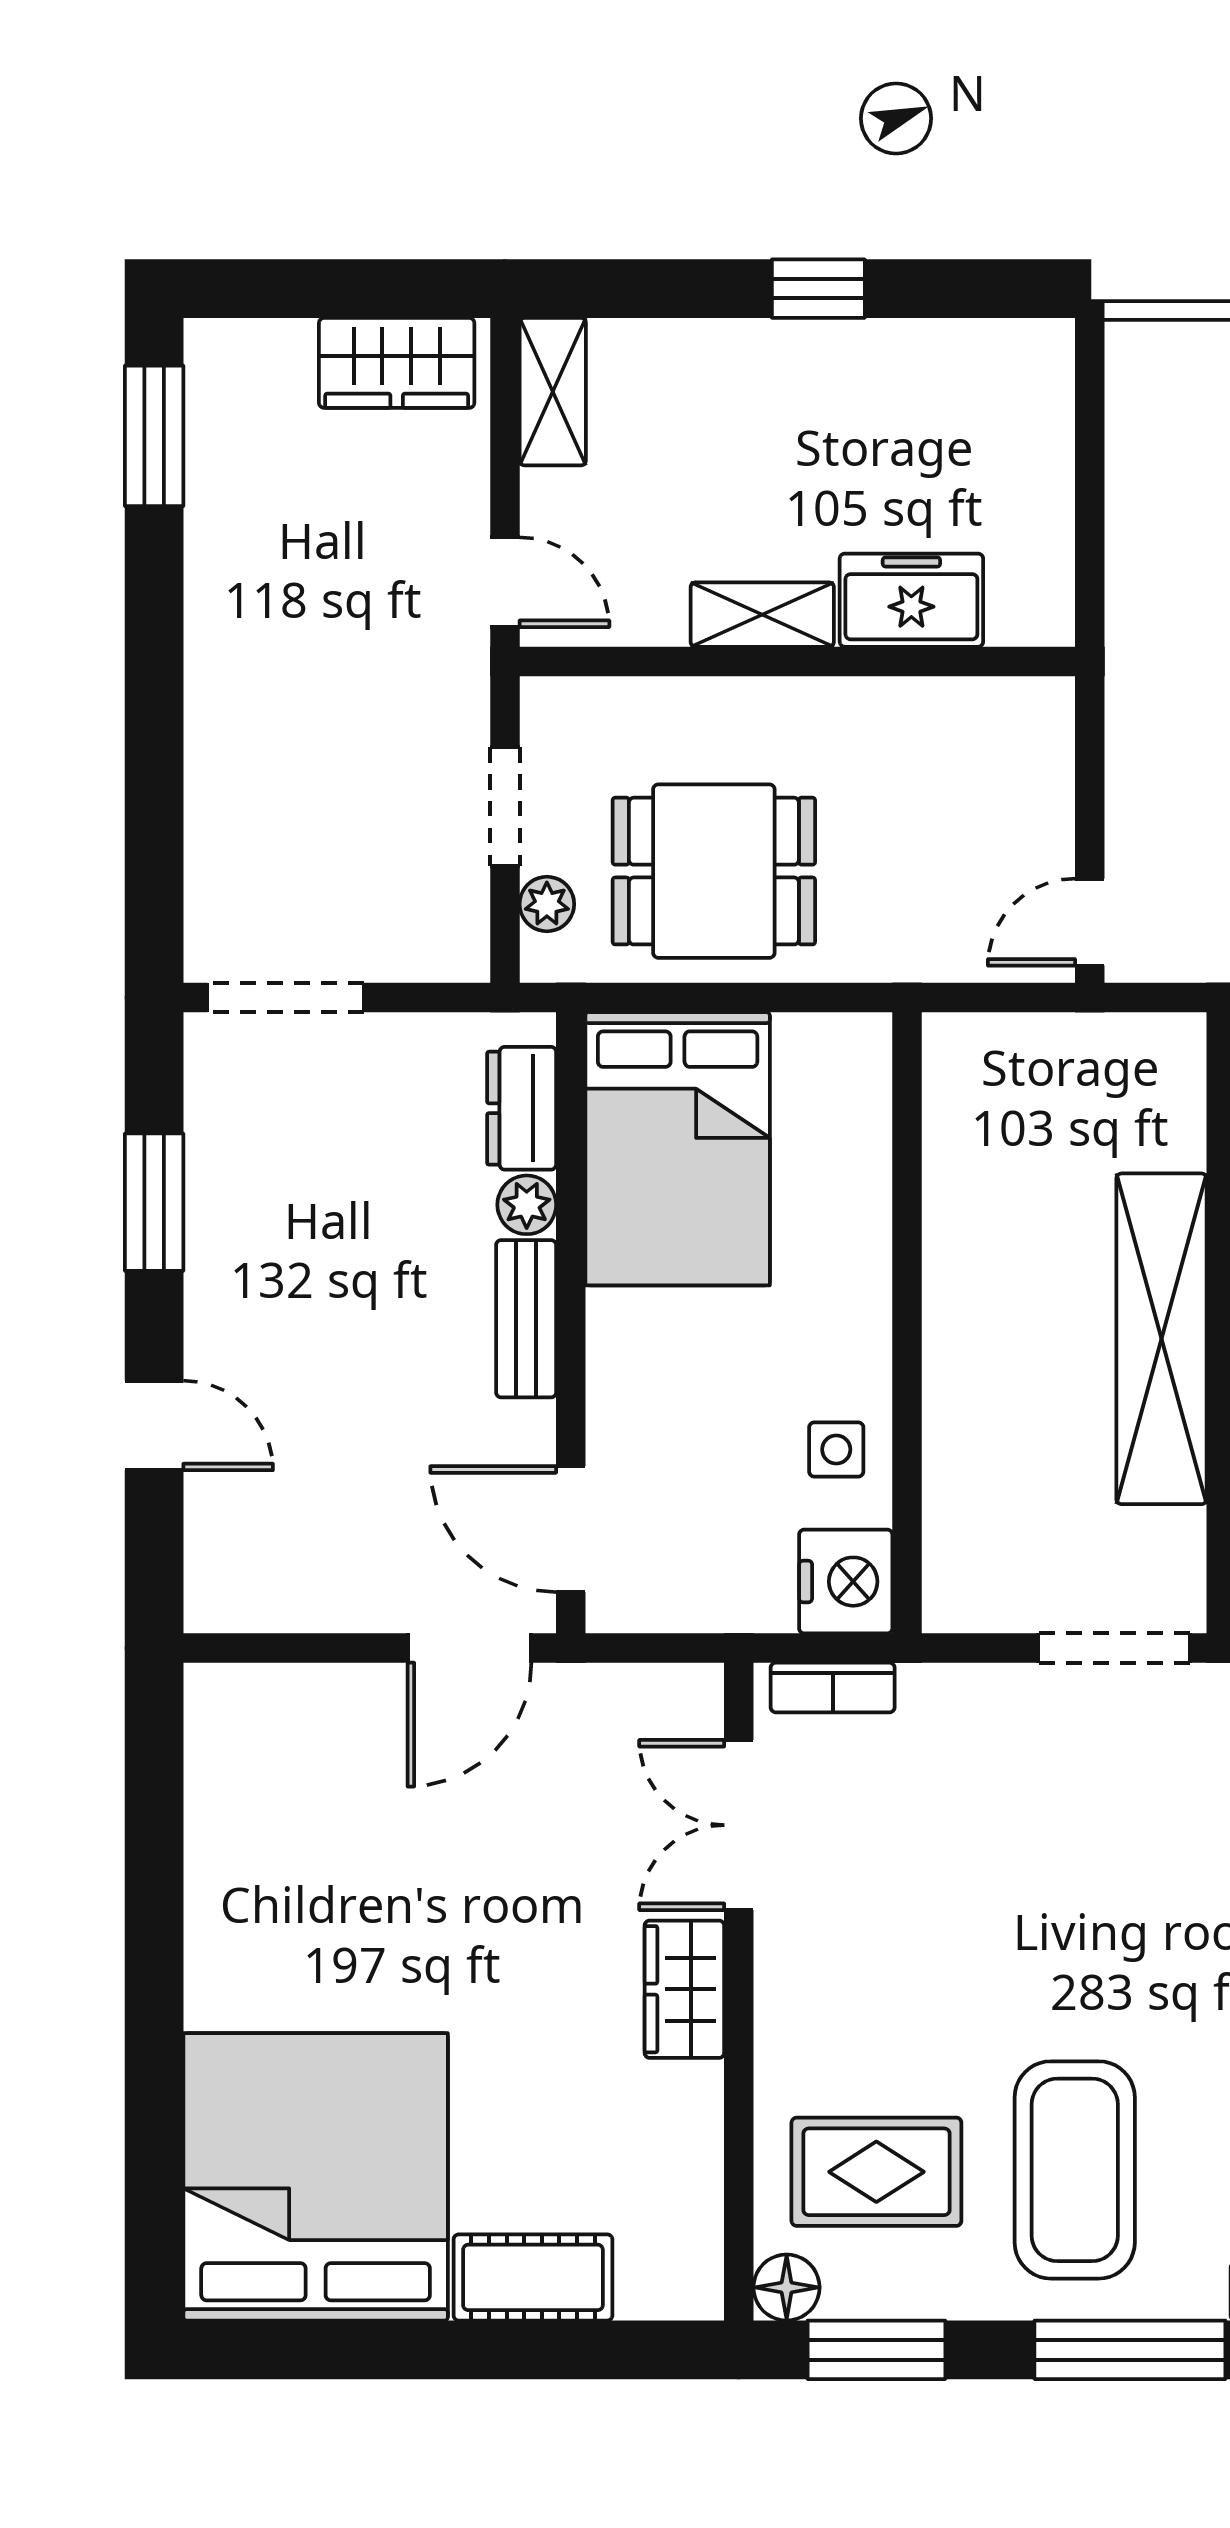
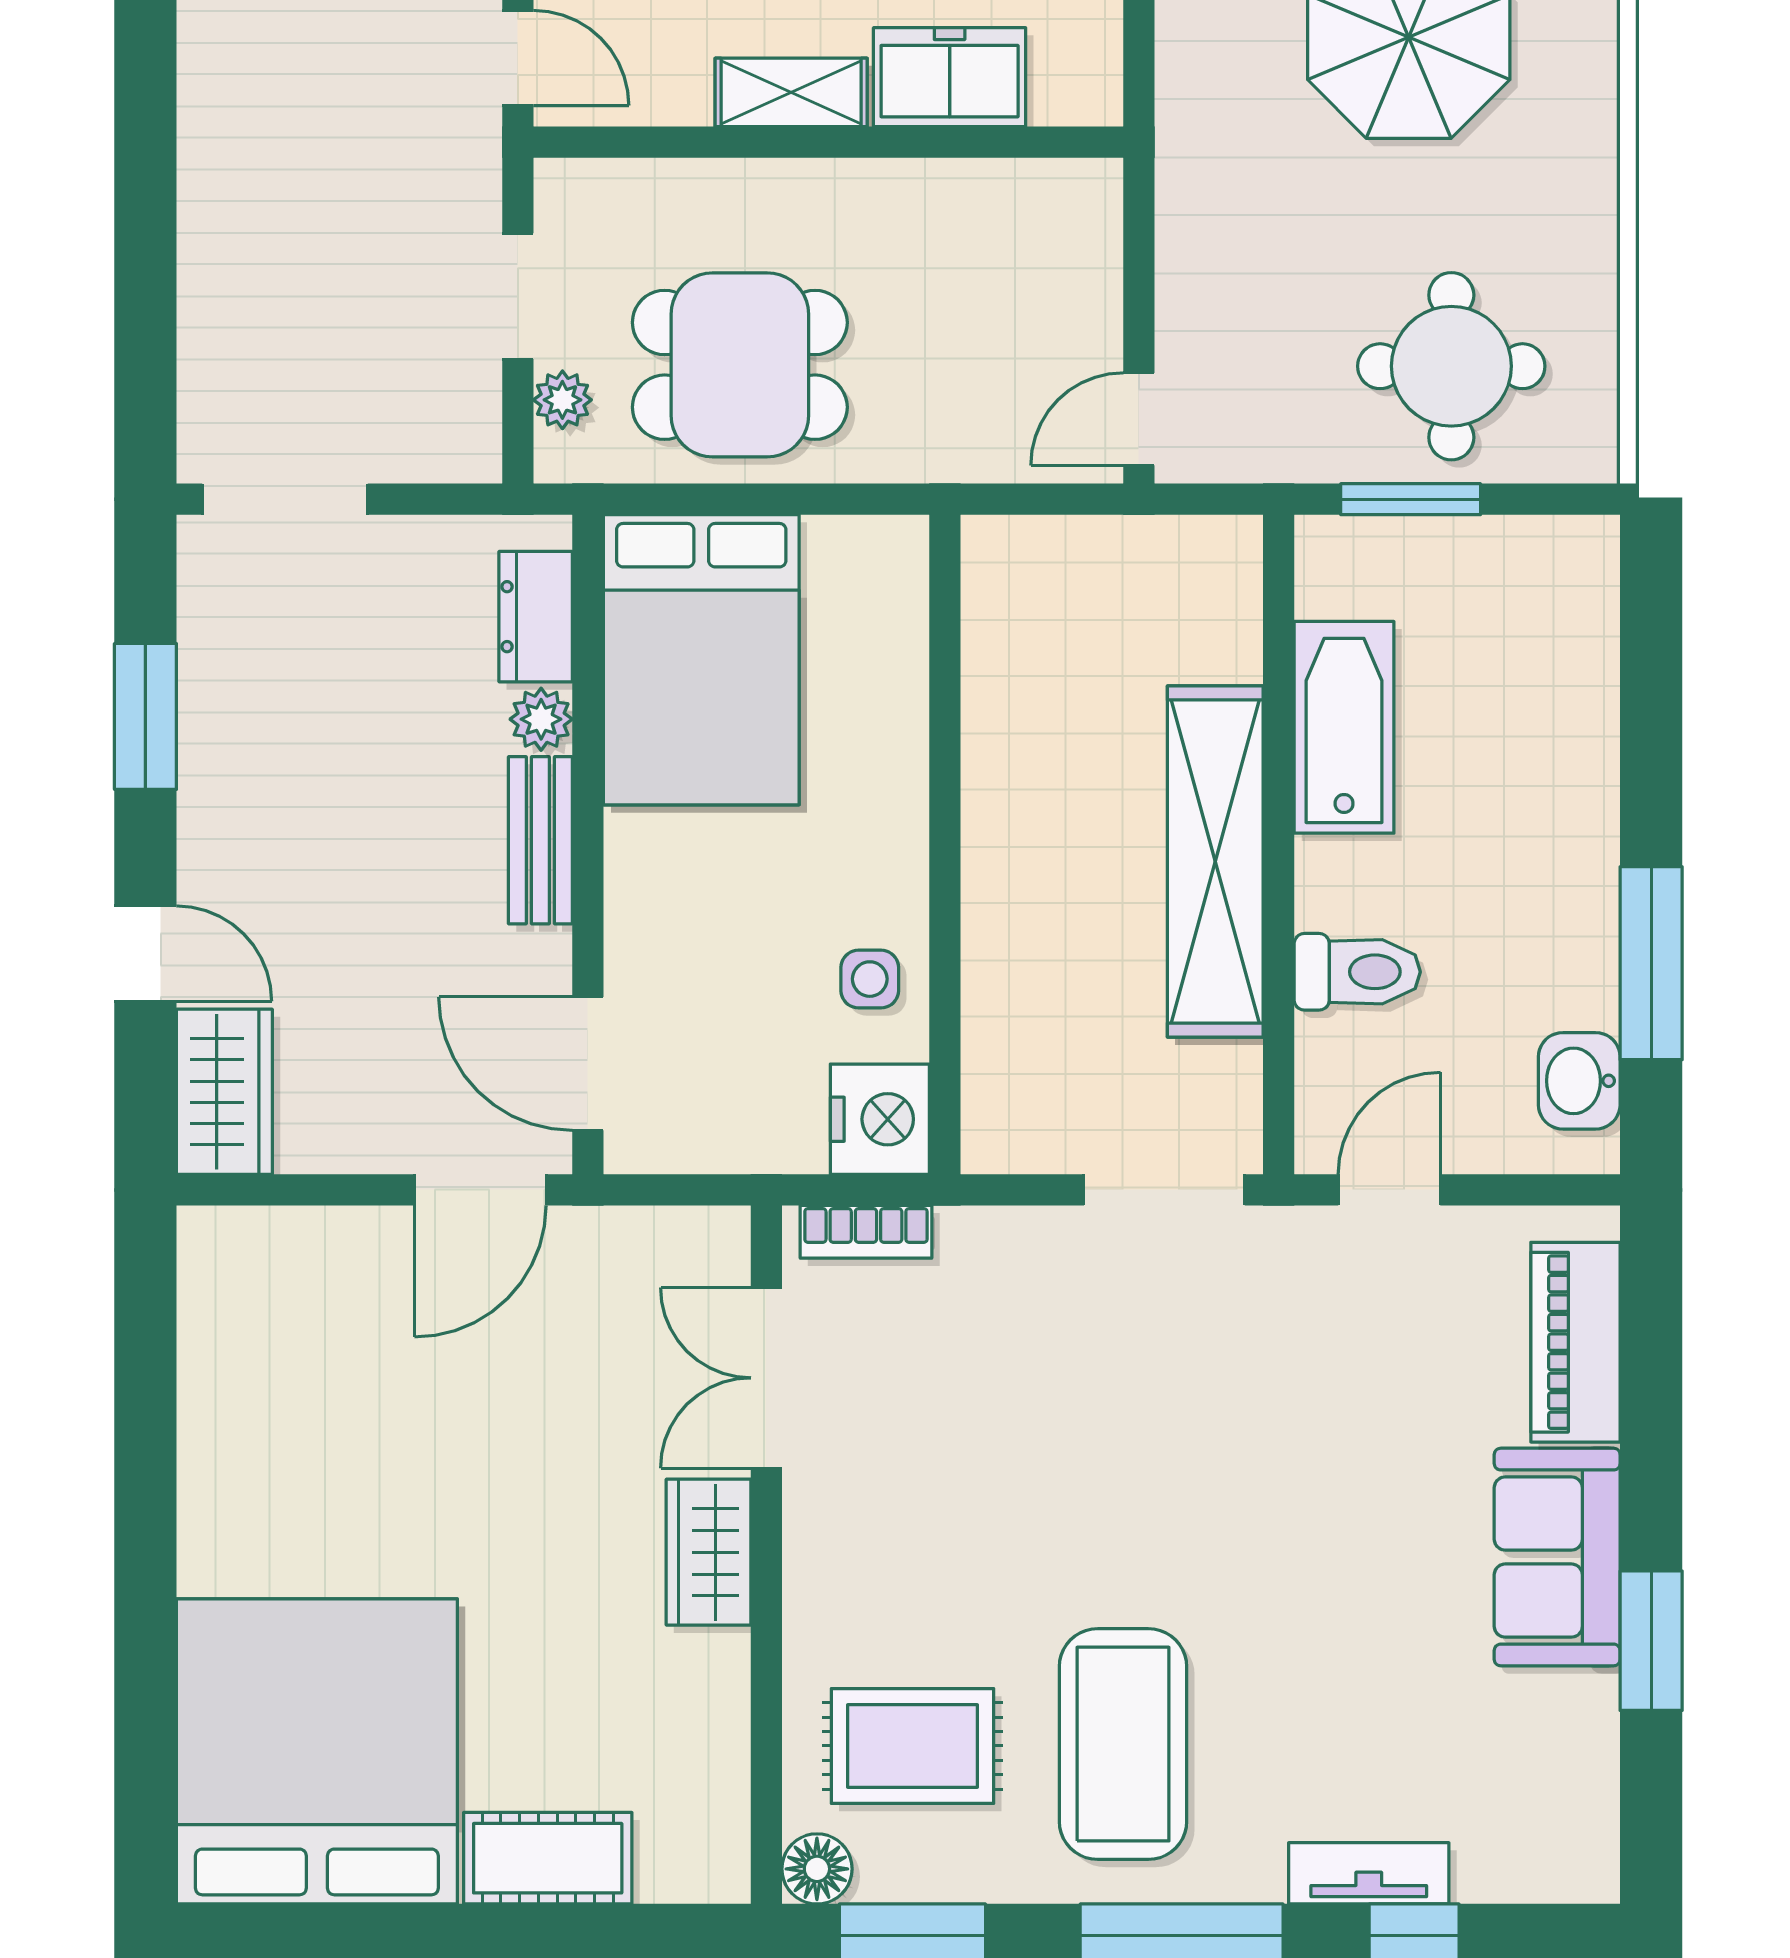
wardrobe: (228, 1556) -> (224, 1092), added

